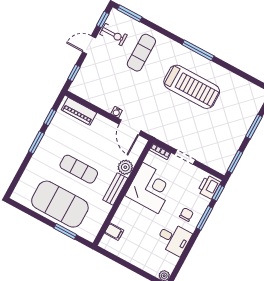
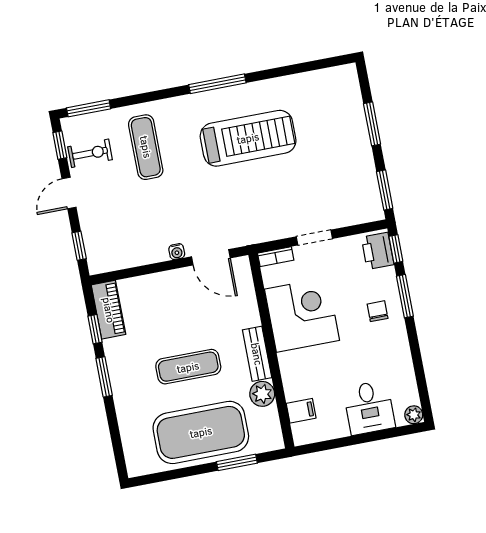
piano: (79, 111) -> (109, 310), moved, turned -90
plant: (125, 167) -> (262, 394), moved
desk: (174, 239) -> (369, 408), moved, turned 90

